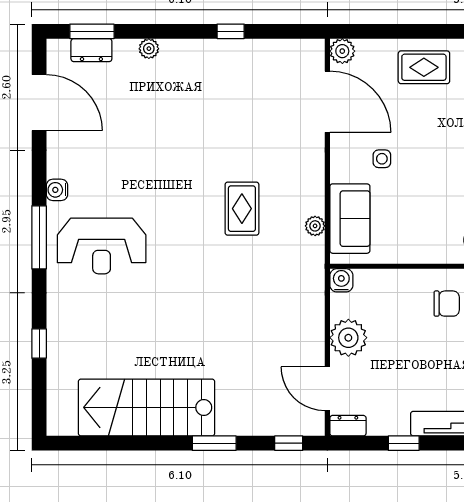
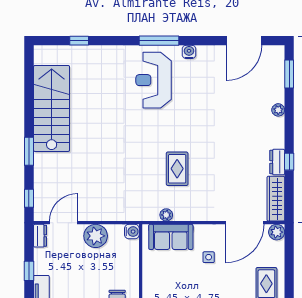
dresser: (91, 50) -> (277, 162), moved
wardrobe: (289, 52) -> (276, 199), added
rug: (242, 209) -> (177, 169), turned 90
window: (39, 344) -> (79, 41), moved

